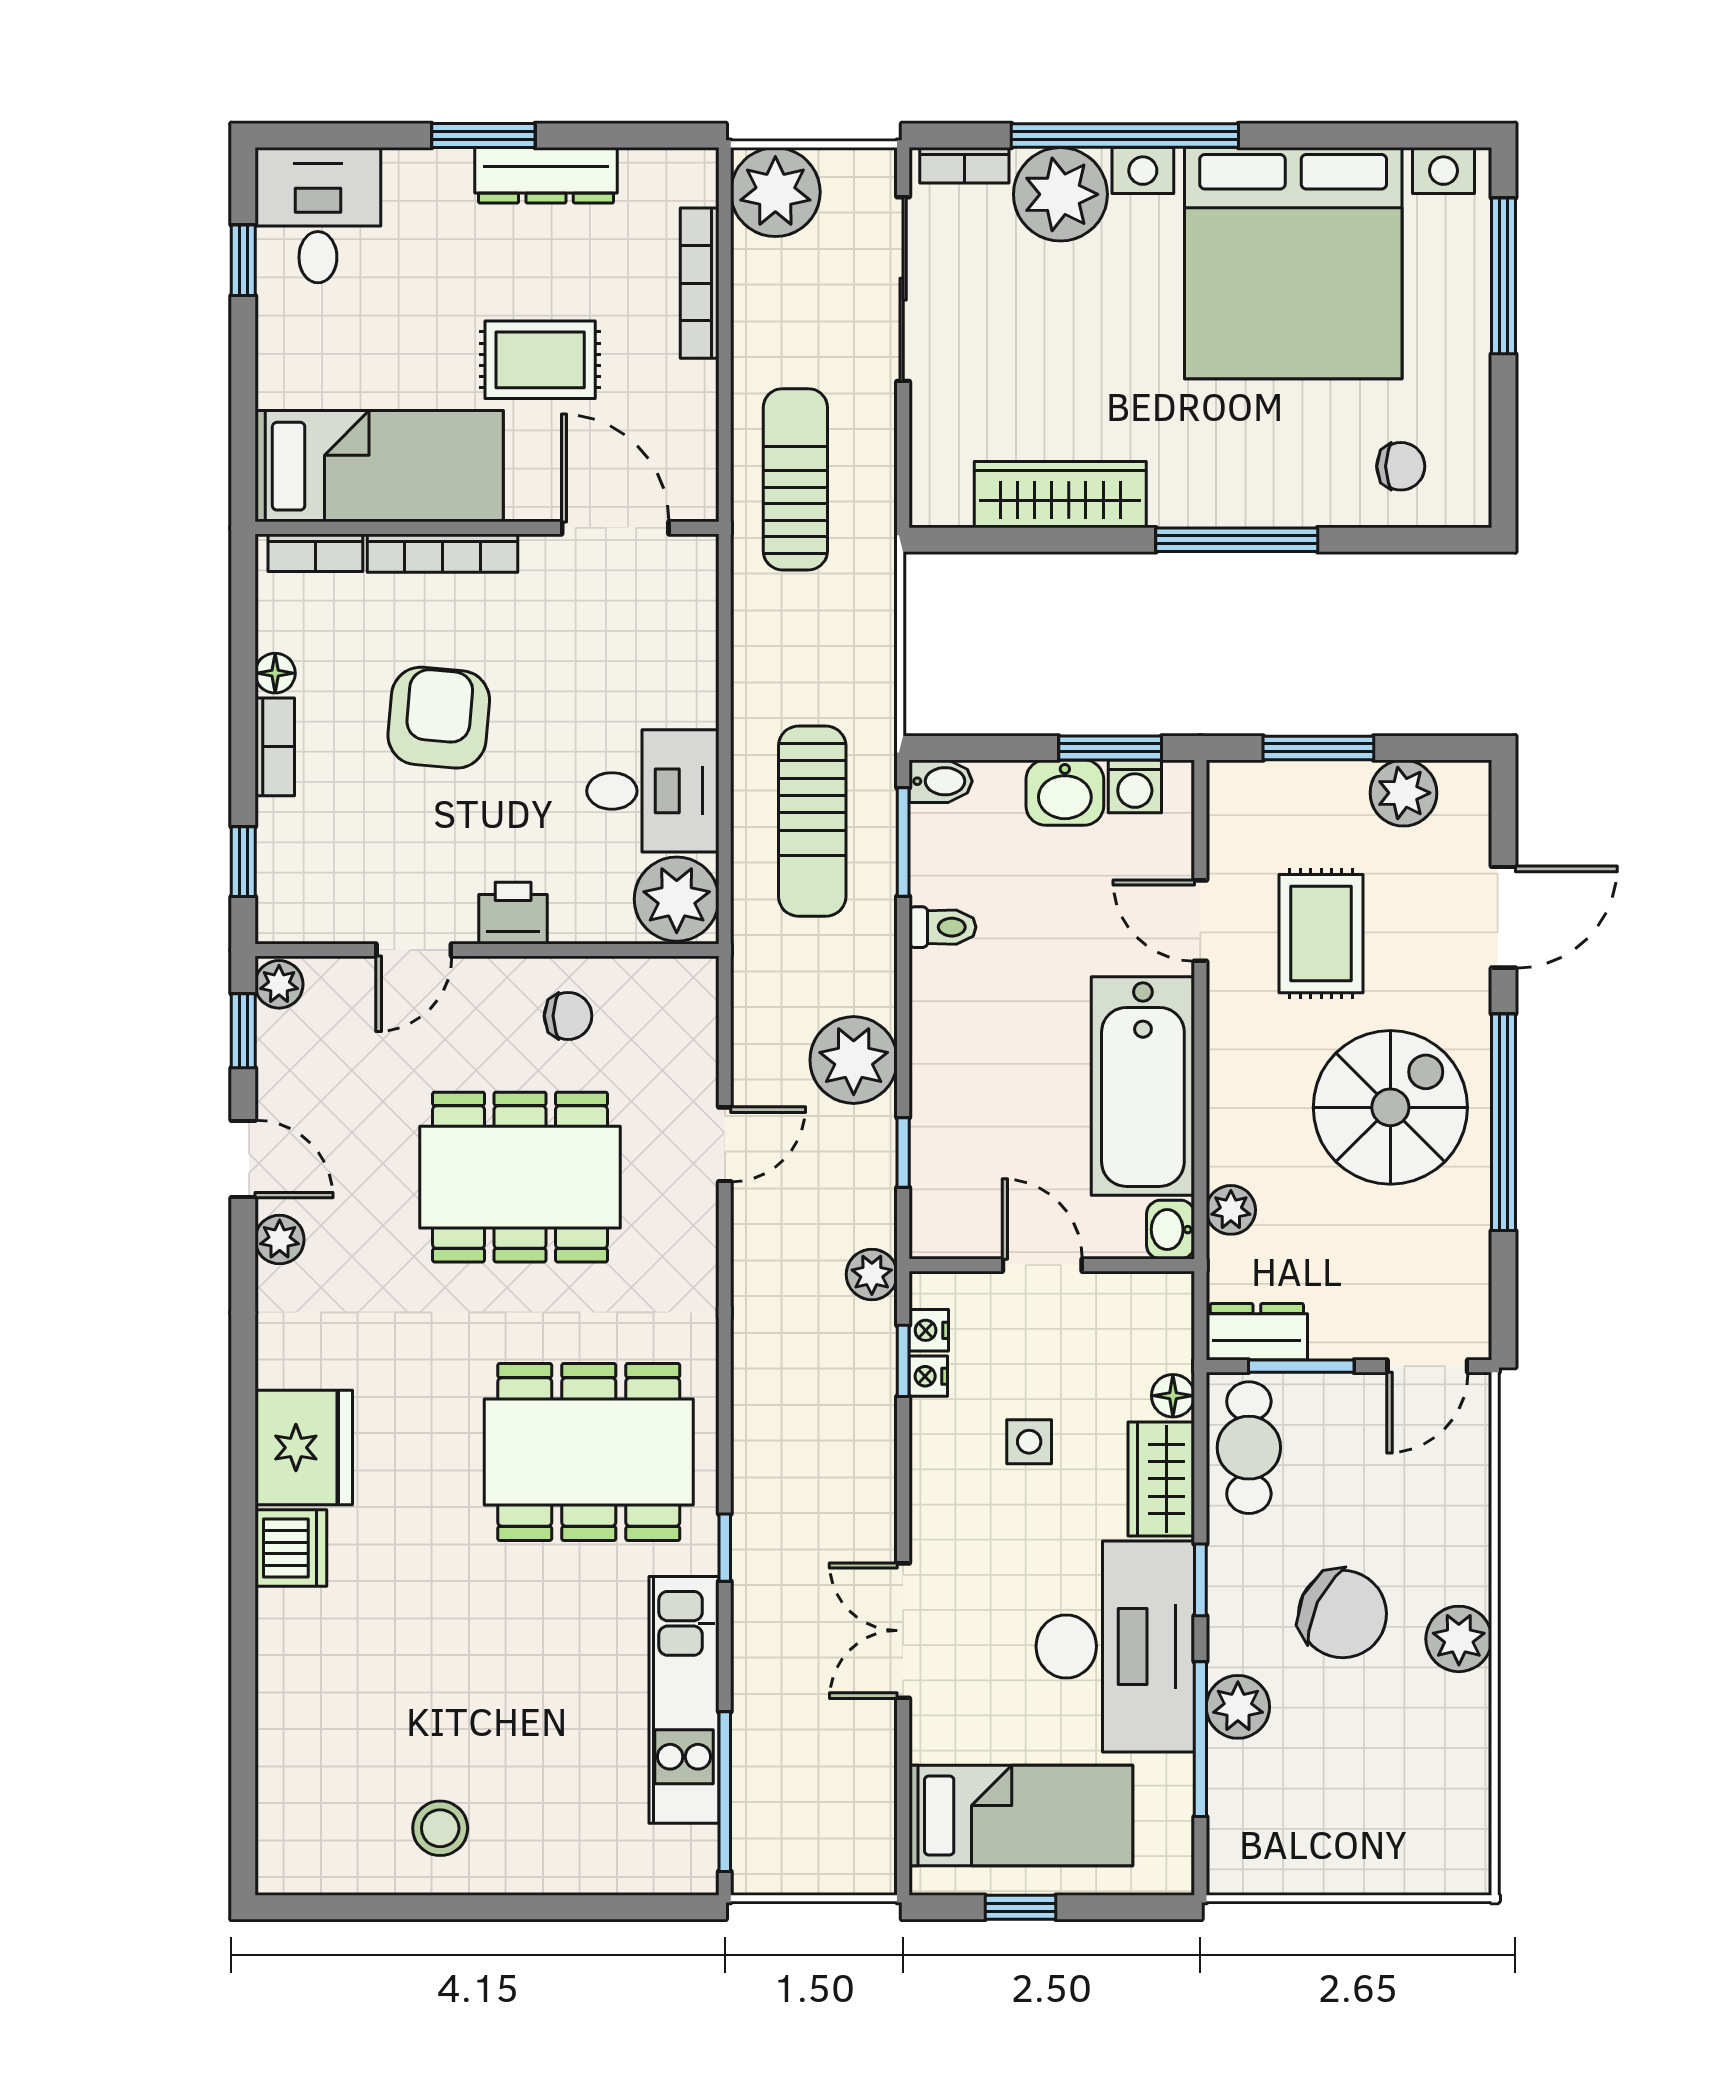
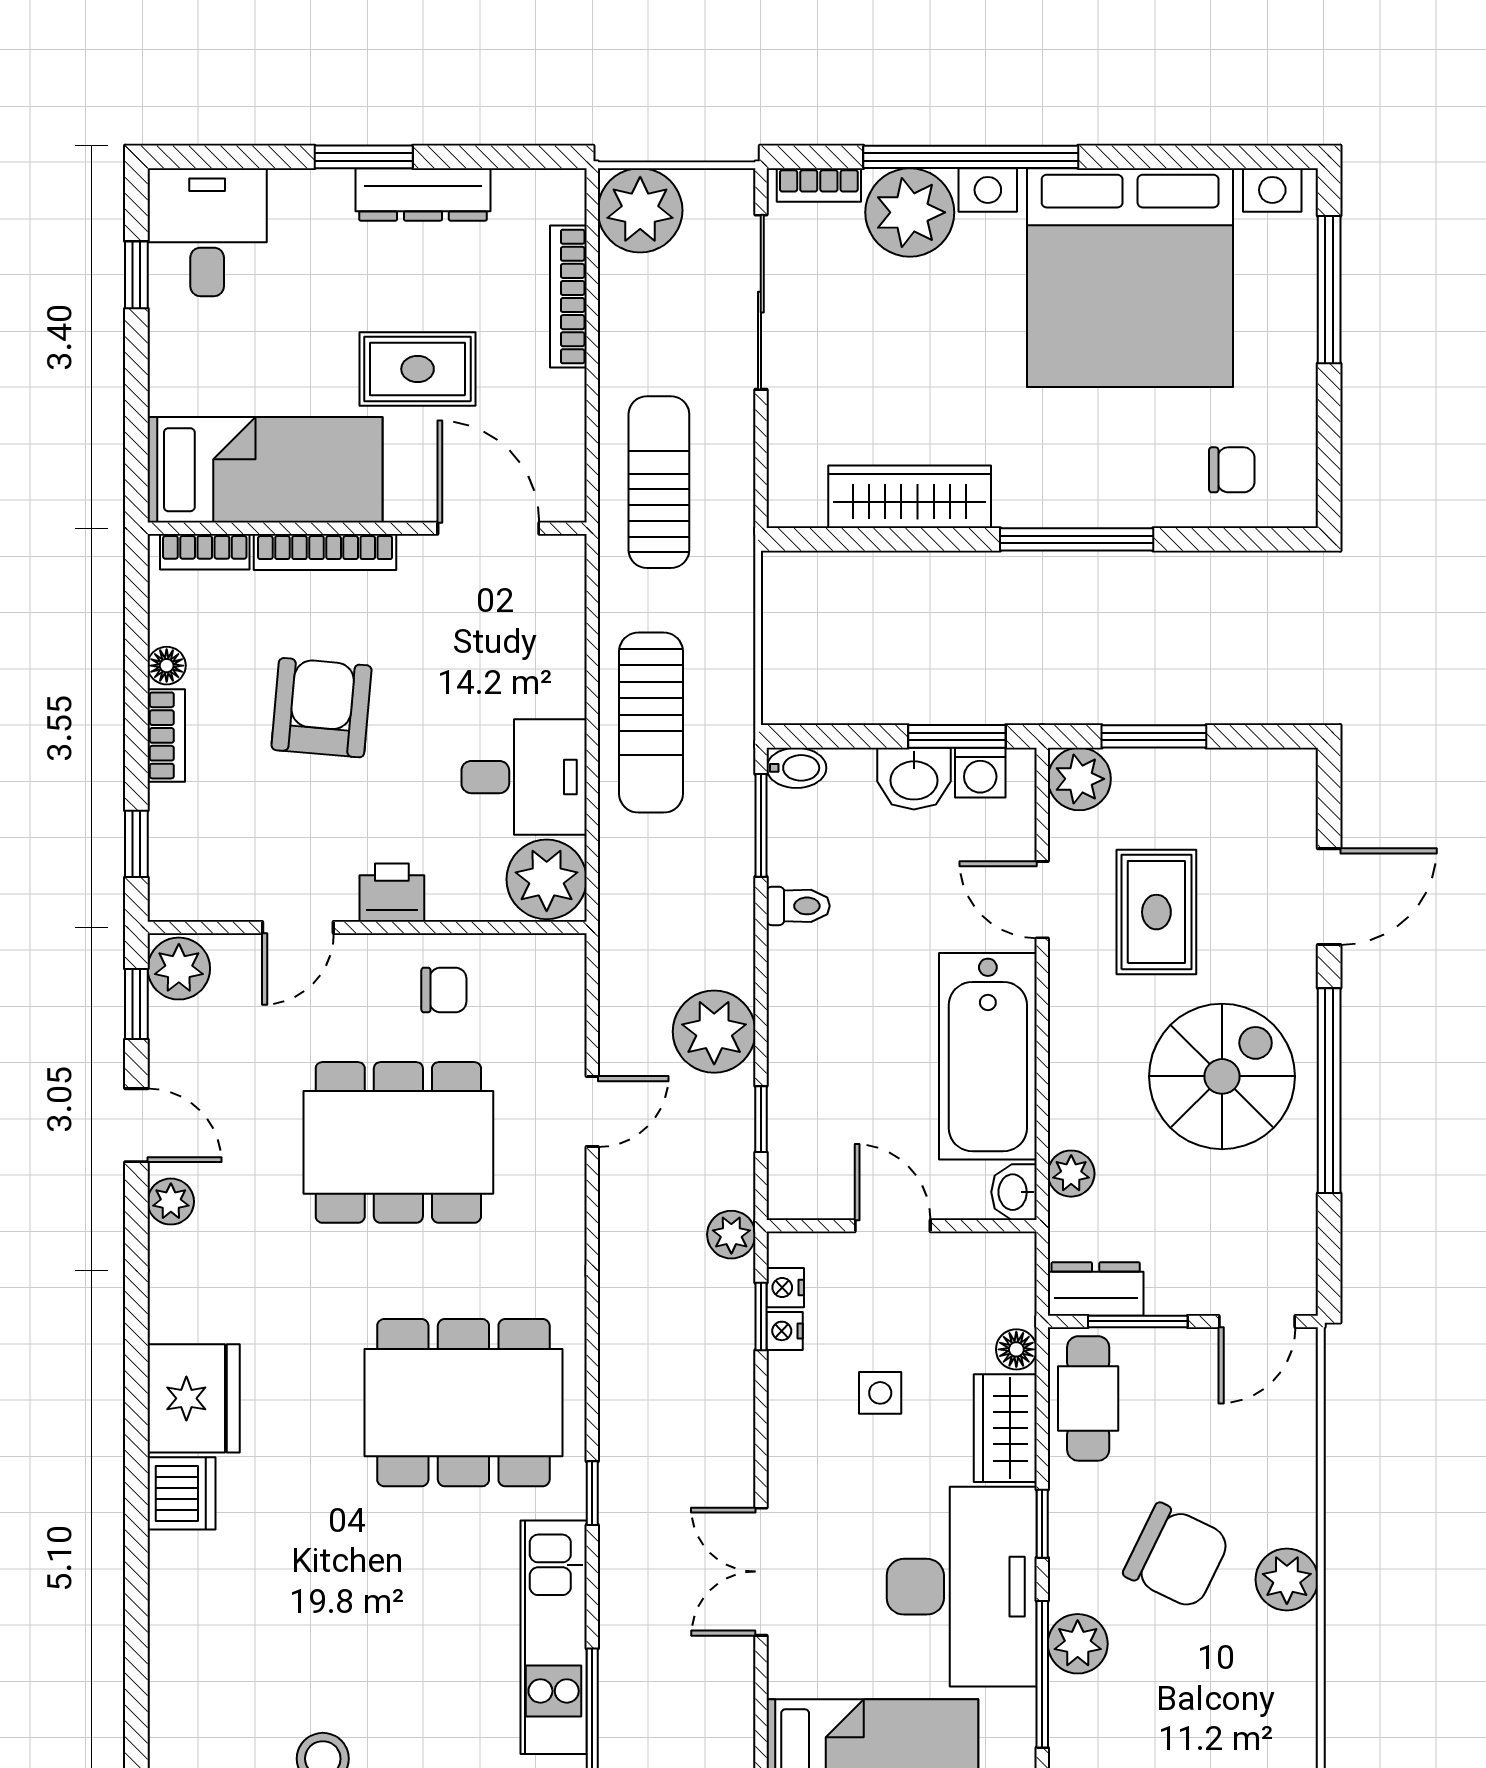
plant: (1403, 793) -> (1079, 779), moved
sun lounger: (812, 821) -> (651, 723), moved
plant: (279, 984) -> (179, 969), width x1.38, depth x1.38

